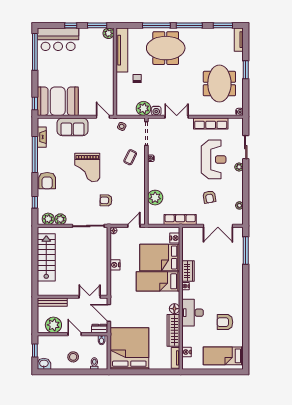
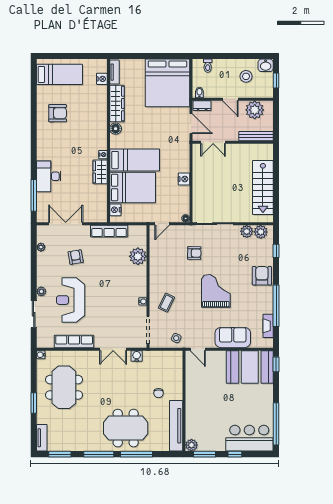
plant: (143, 108) -> (151, 359), removed
desk: (193, 313) -> (49, 176), moved, turned 180
stool: (73, 357) -> (246, 76), moved

